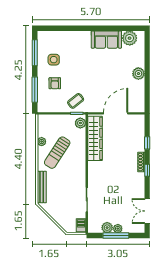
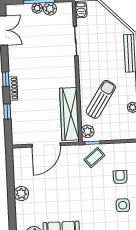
sun lounger: (57, 153) -> (101, 99), moved

